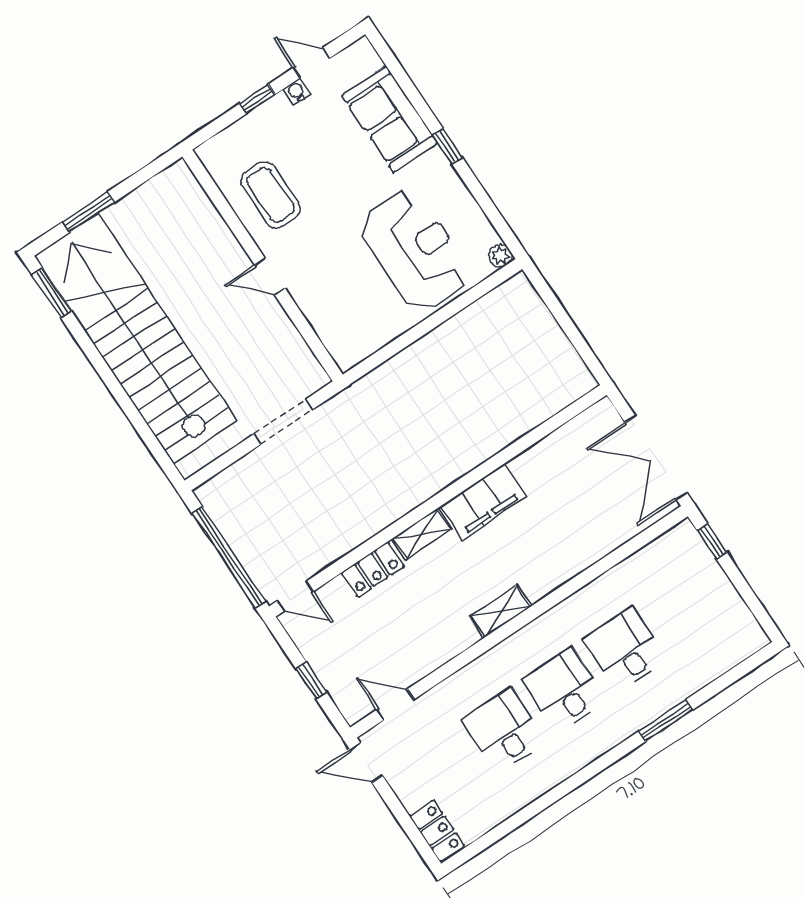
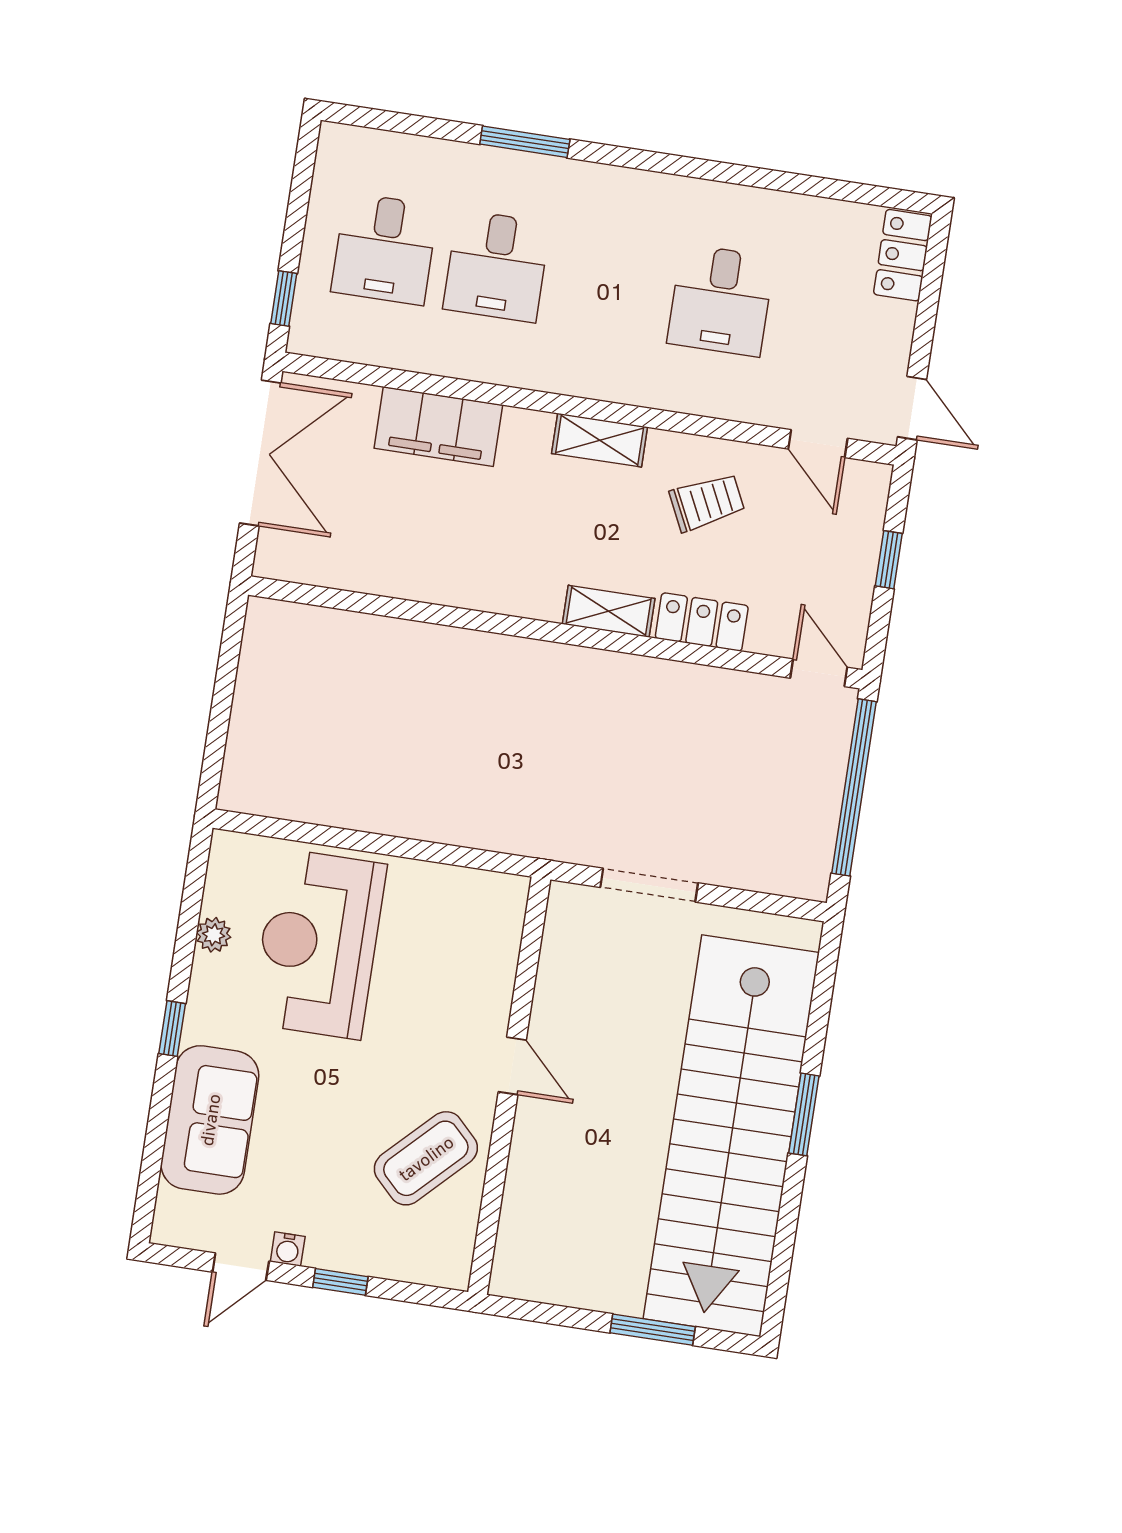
door: (311, 63) -> (241, 1267), hinge flipped
coffee table: (271, 195) -> (426, 1158), turned 45
plant: (500, 256) -> (214, 935), moved
window: (52, 293) -> (804, 1114), moved
filing cabinet: (483, 502) -> (438, 427), moved, turned 180
trolley: (422, 629) -> (707, 502), added
desk: (564, 690) -> (385, 249), moved

